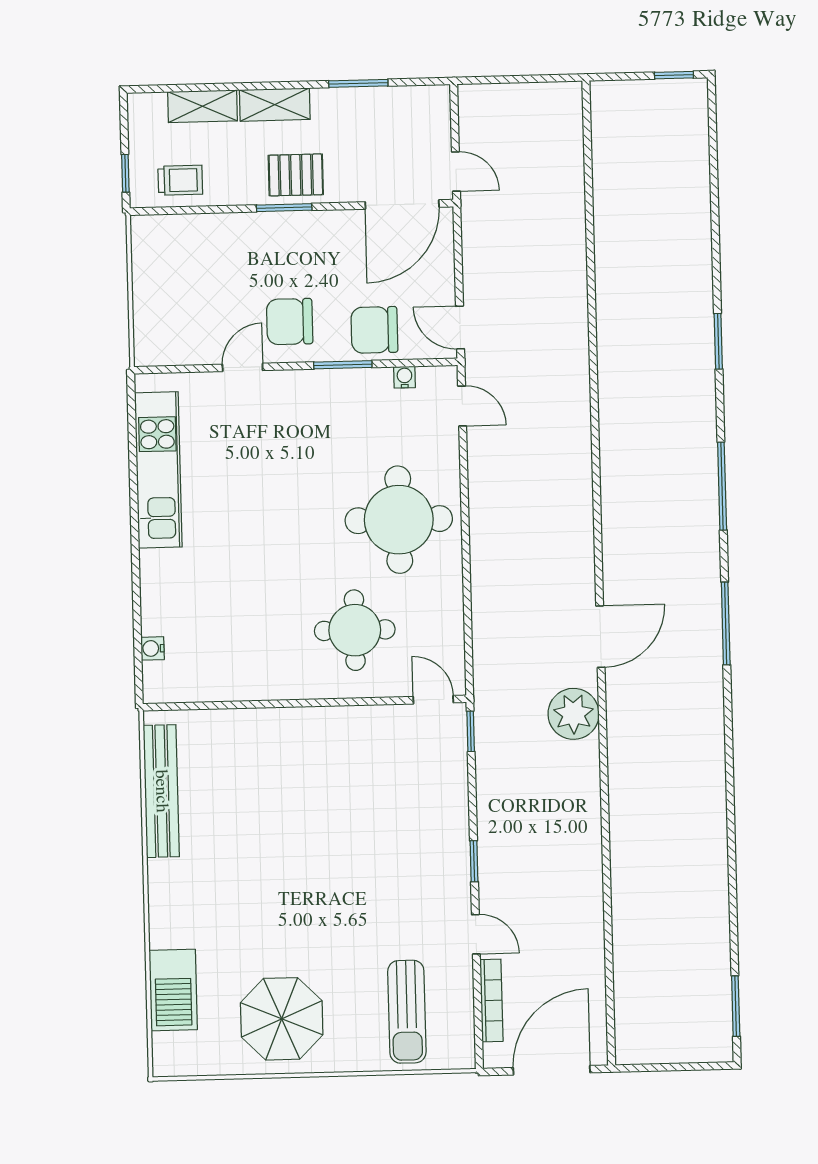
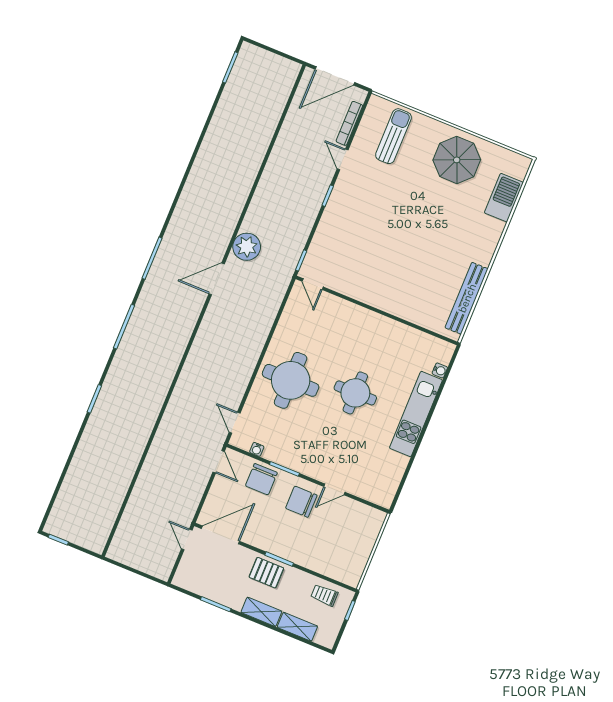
chair: (290, 322) -> (301, 502), turned 180
chair: (374, 330) -> (261, 479), turned 90
kitchen unit: (158, 470) -> (416, 414), moved
round table: (355, 630) -> (355, 393), moved

